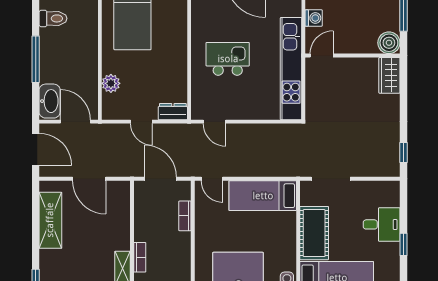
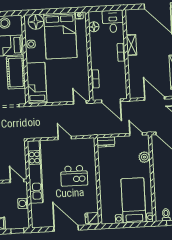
door: (322, 56) -> (17, 181), swing flipped
door: (141, 122) -> (136, 134), moved
door: (214, 122) -> (65, 138), moved
bed: (263, 196) -> (37, 83), moved, turned -90

